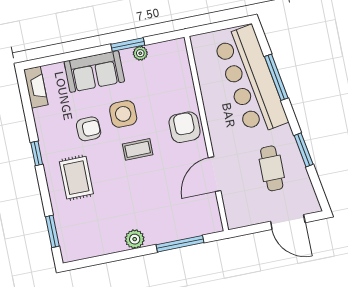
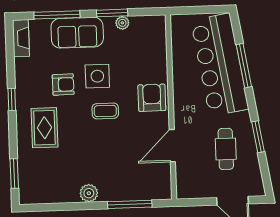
window: (70, 56) -> (57, 15), added

